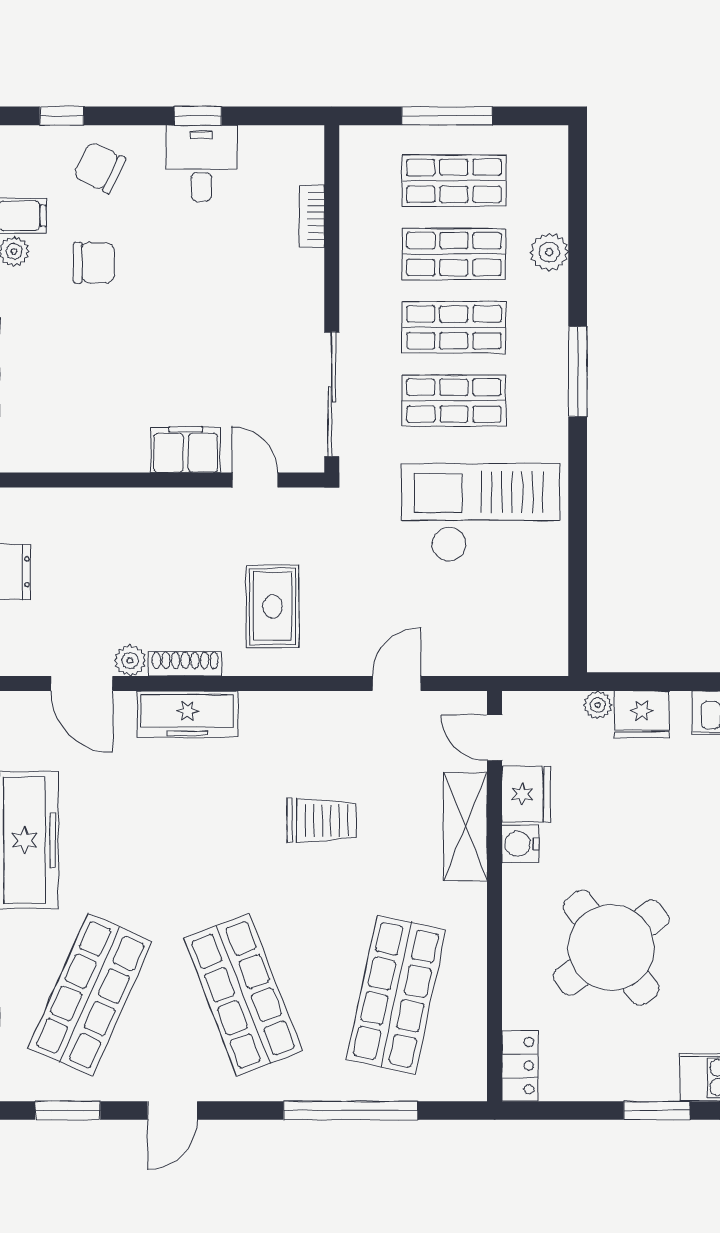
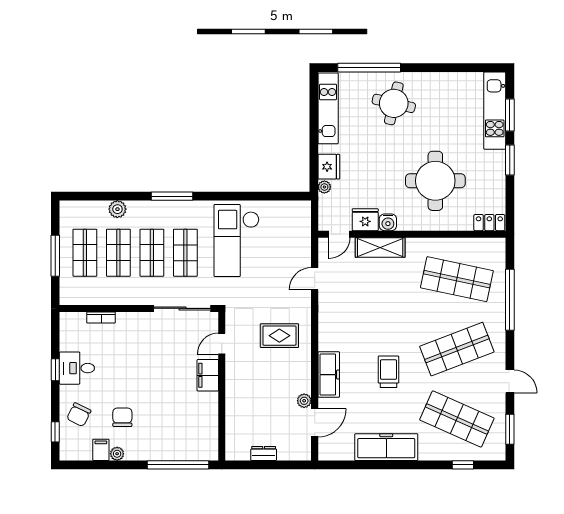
shoe rack: (185, 664) -> (306, 376), removed
door: (397, 683) -> (315, 279), hinge flipped
trolley: (322, 820) -> (388, 372), moved
round table: (611, 948) -> (435, 181), turned 37

